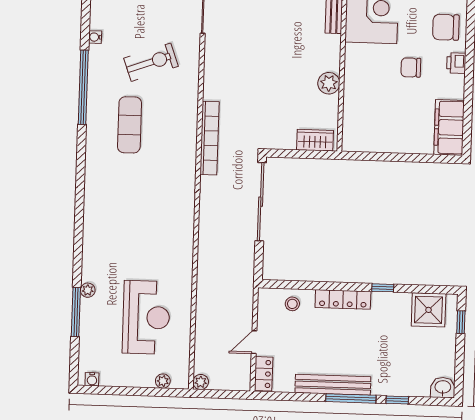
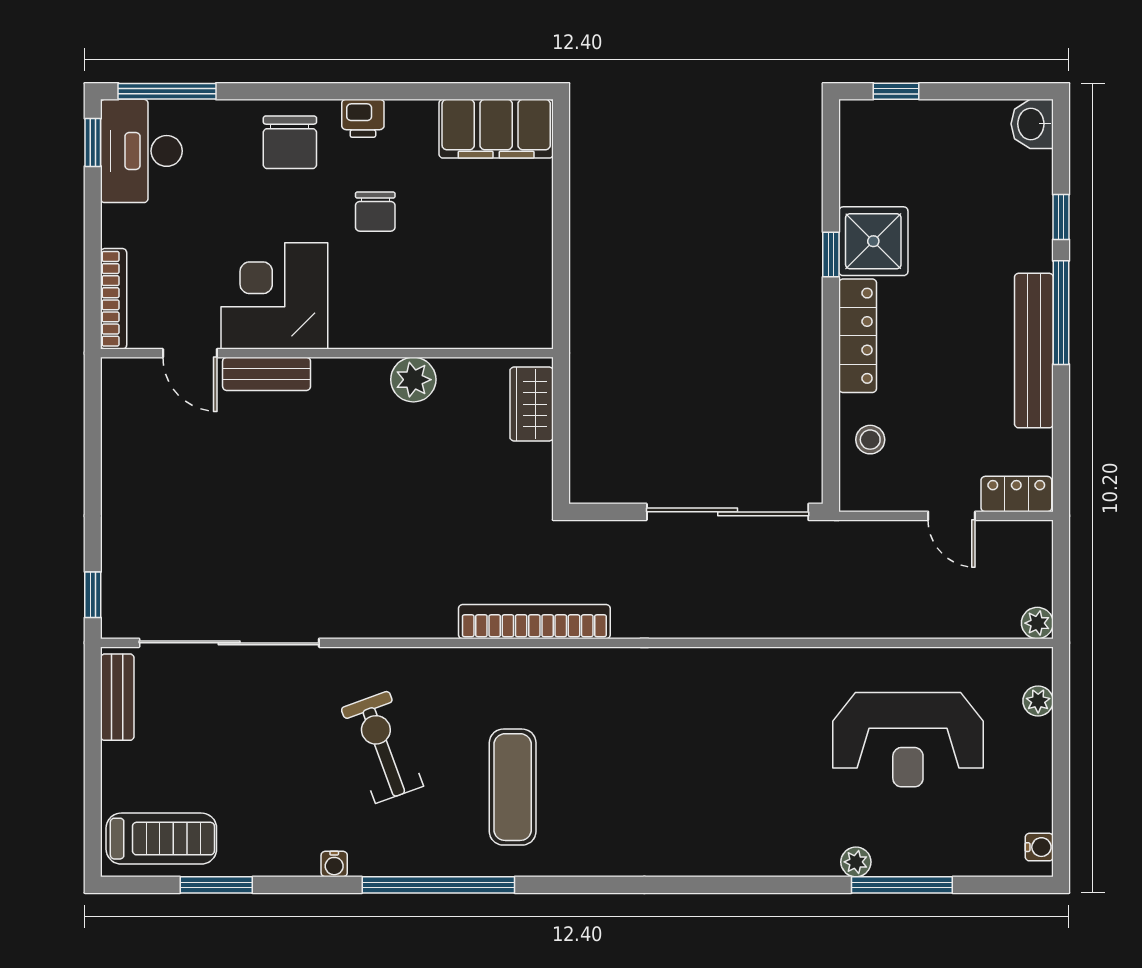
exercise mat: (130, 125) -> (513, 787), turned 90
sliding door: (261, 202) -> (728, 512), moved
shower: (429, 310) -> (873, 241), moved
reception desk: (146, 317) -> (908, 740), turned 180

